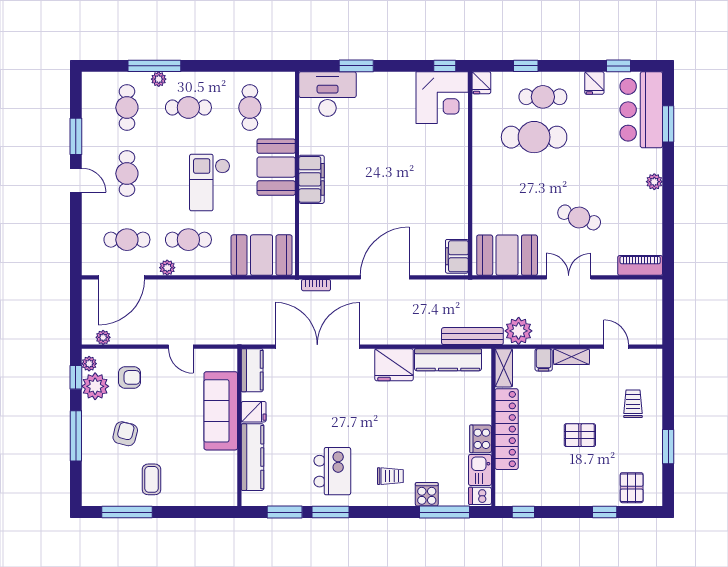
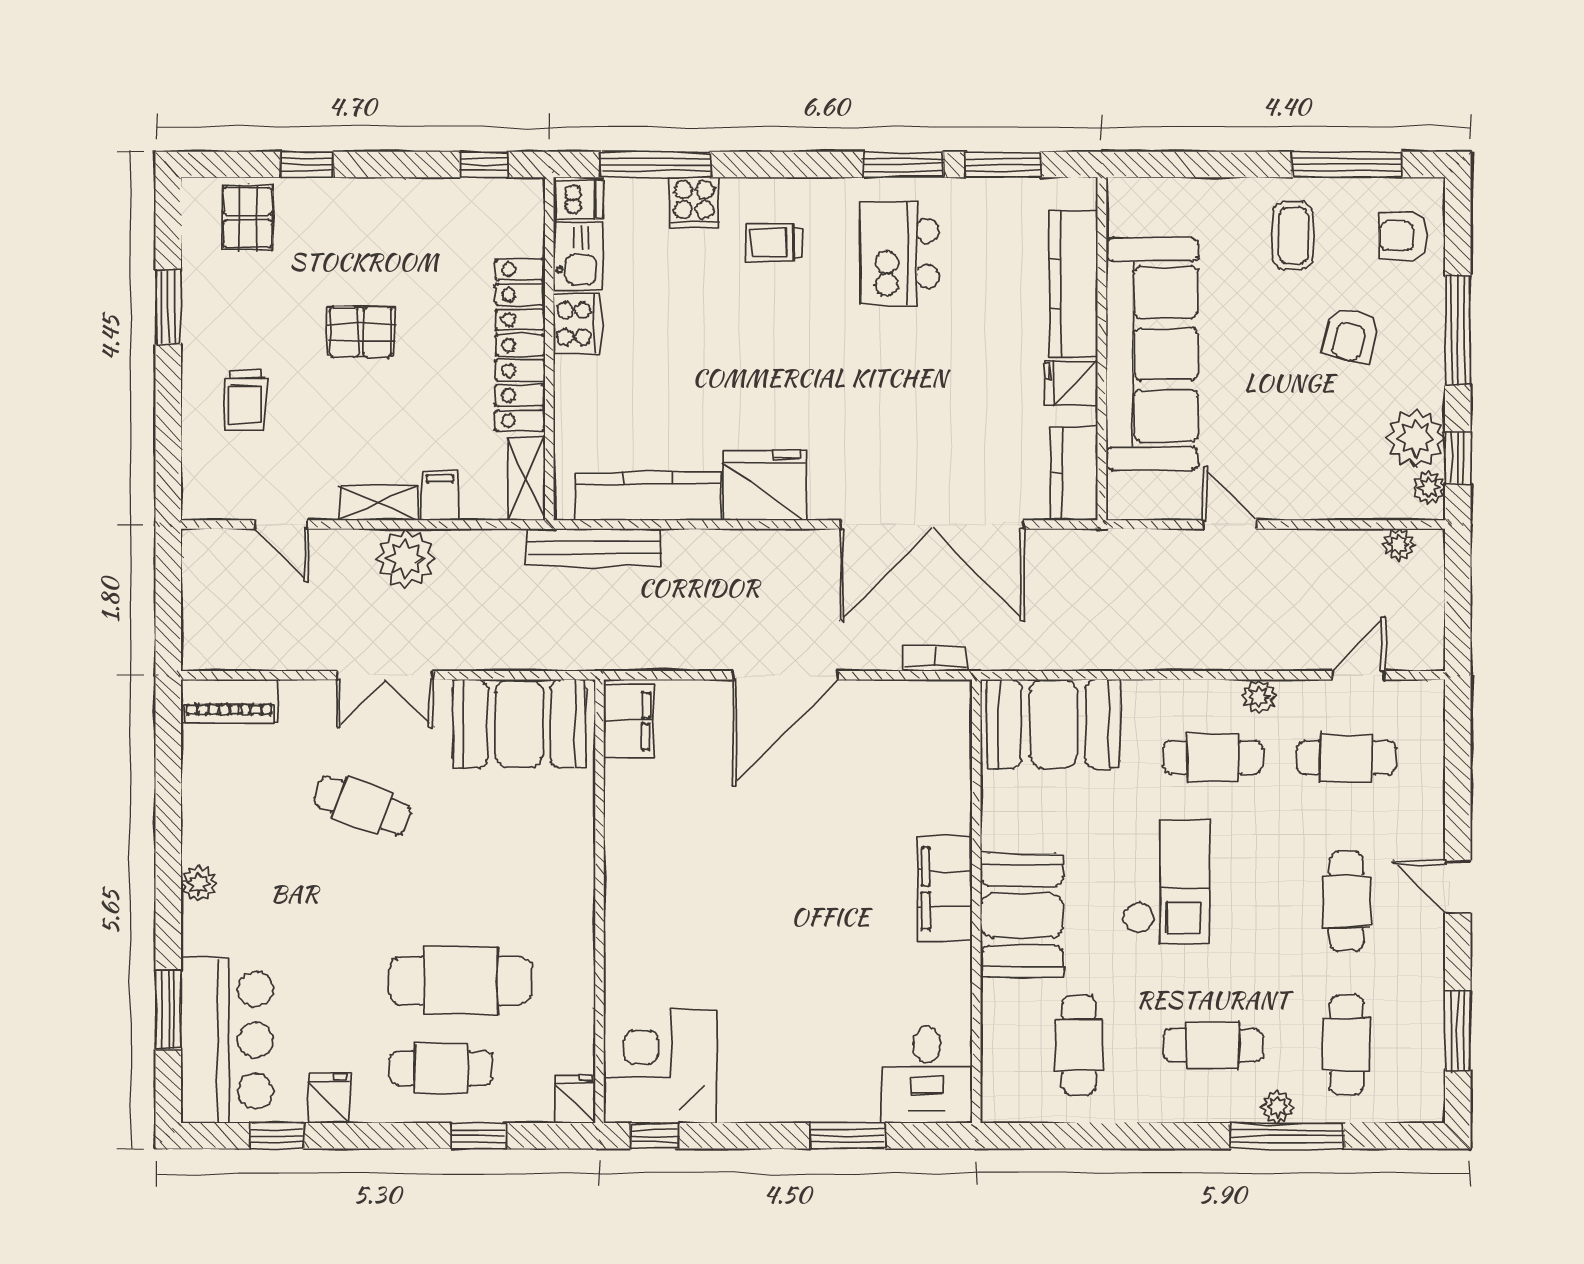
desk: (328, 94) -> (927, 1074), width x0.73
window: (76, 136) -> (1458, 1031), moved
door: (121, 277) -> (1359, 675), width x0.53
plant: (519, 331) -> (406, 559), moved
armchair: (129, 377) -> (1403, 236), moved
sofa: (221, 411) -> (1152, 354), width x1.36, depth x1.27

